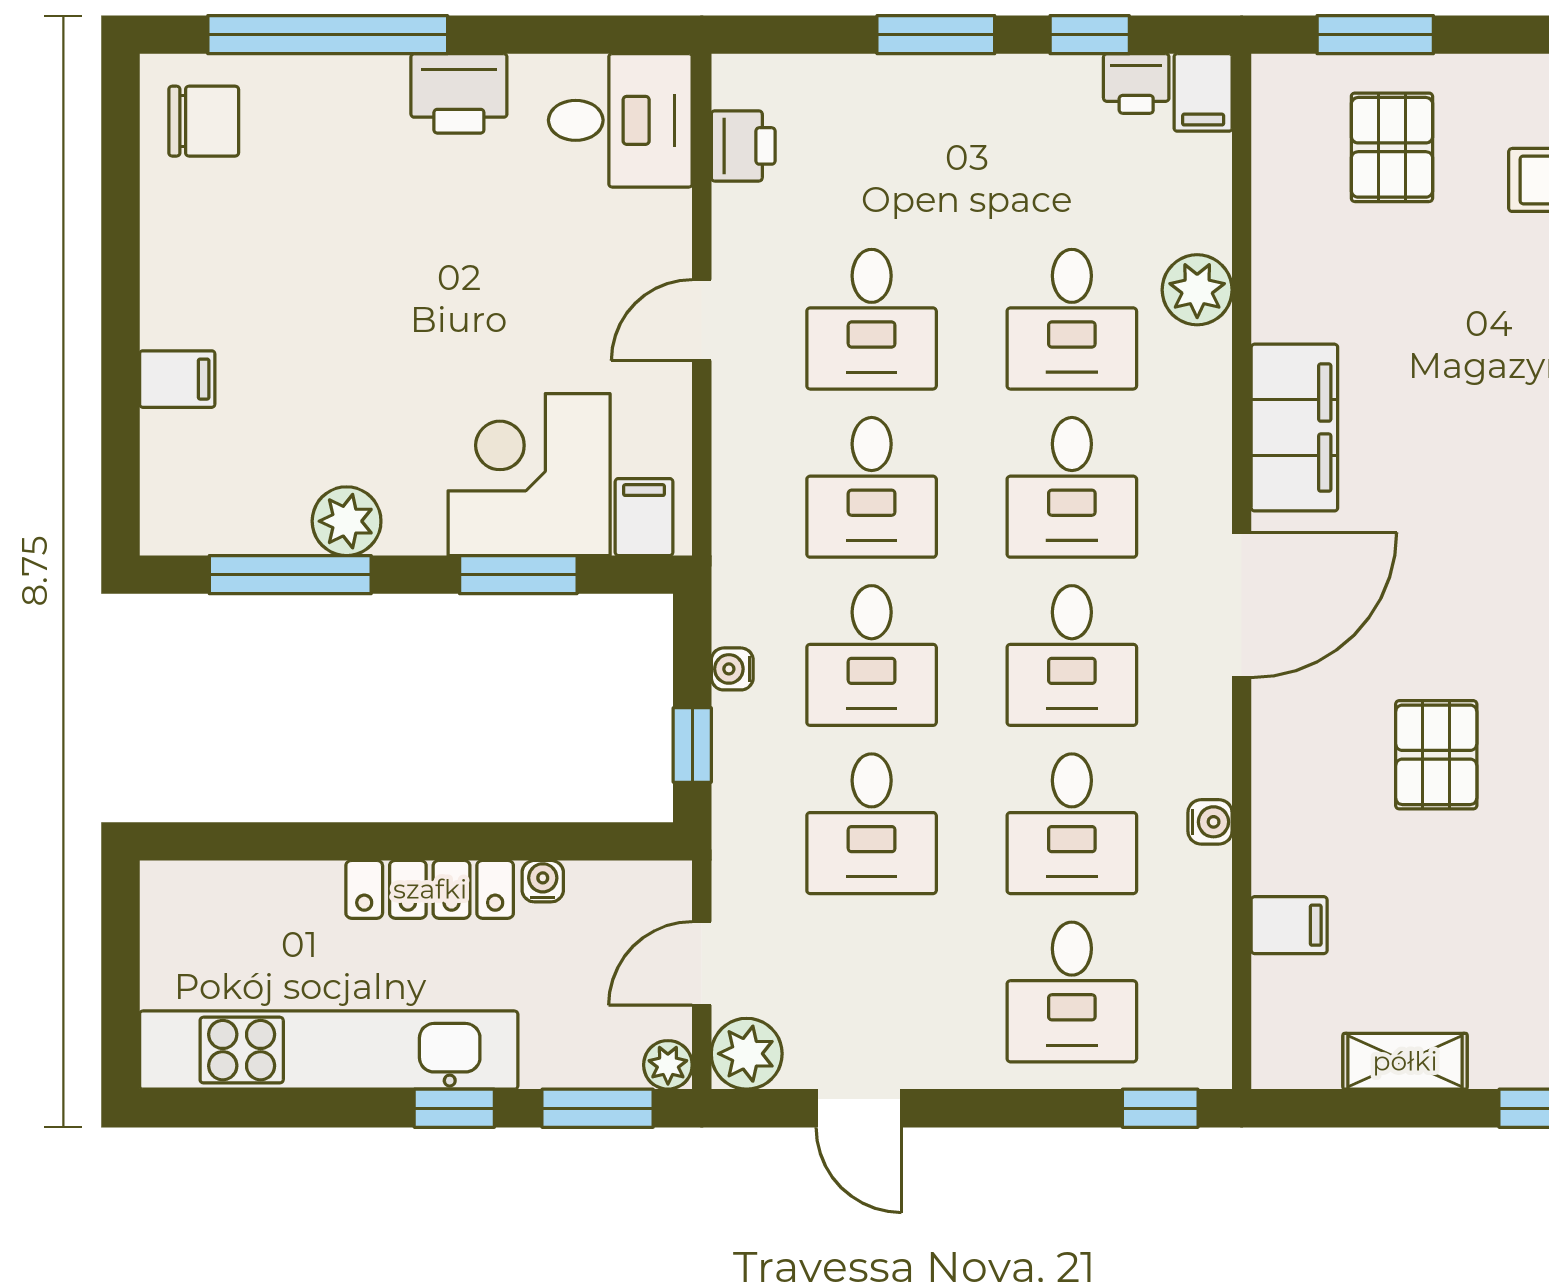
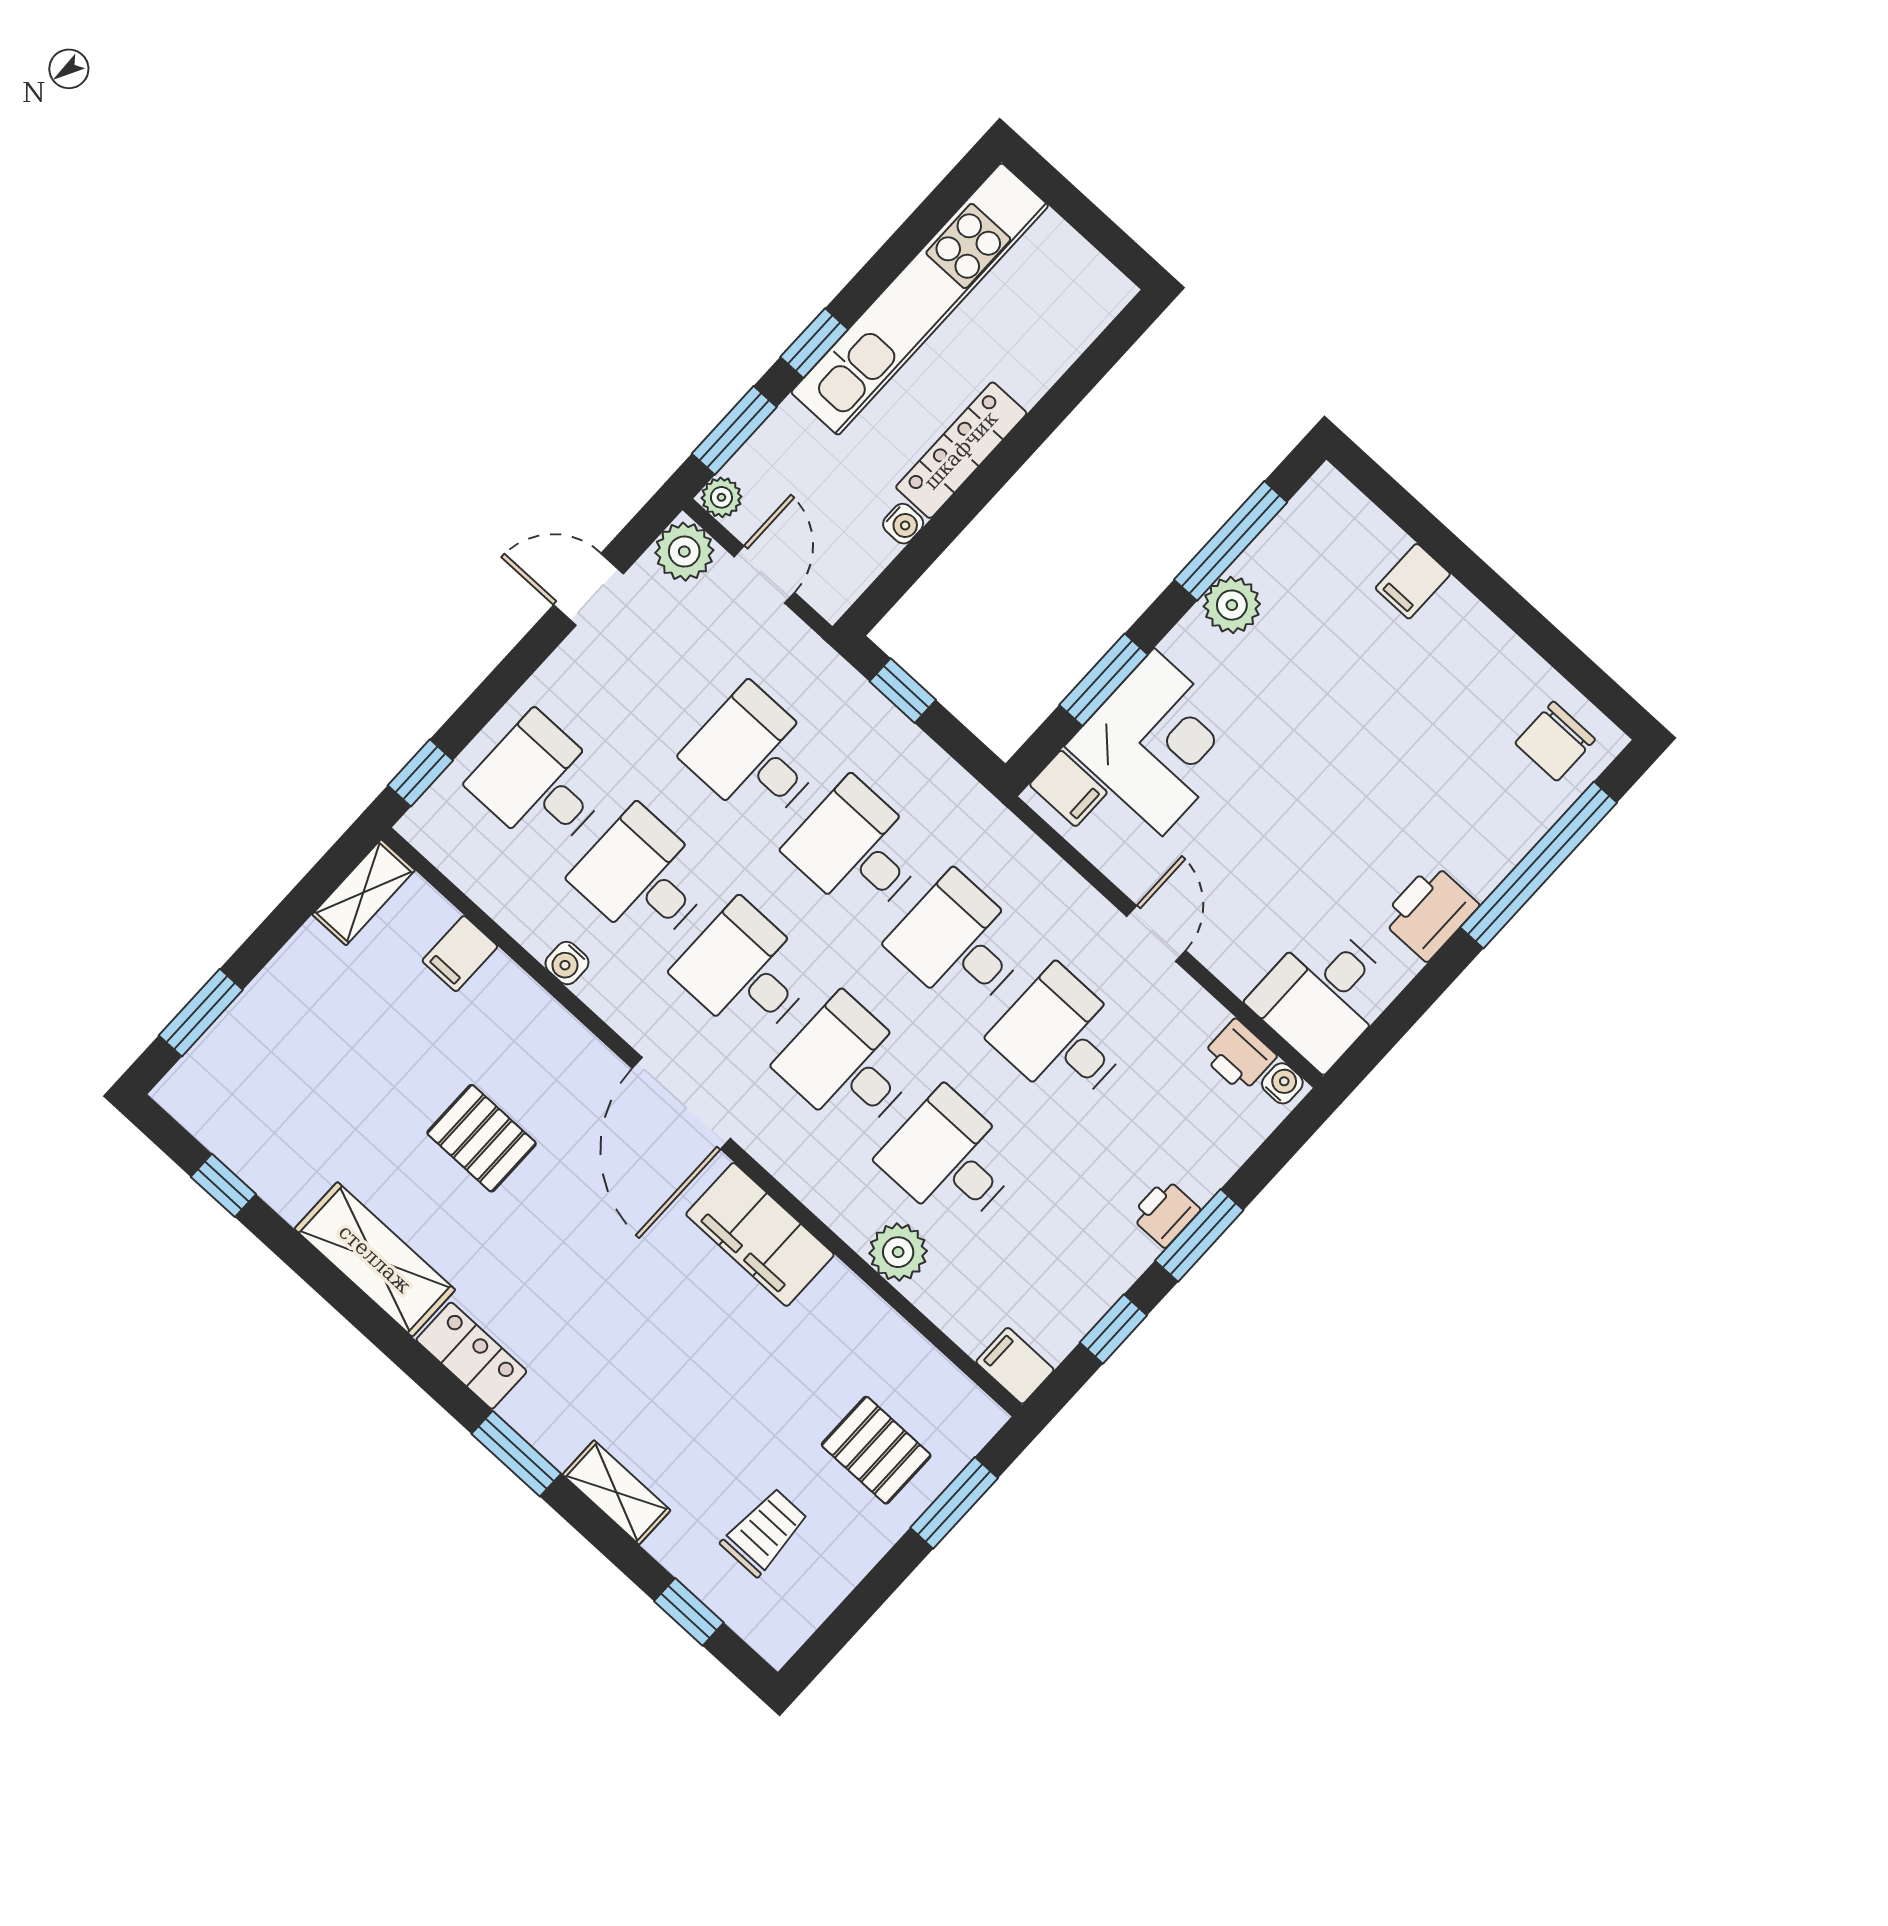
printer: (1136, 83) -> (1165, 1213), moved
water cooler: (732, 669) -> (1282, 1083), moved
shelving: (1405, 1061) -> (364, 892), moved

